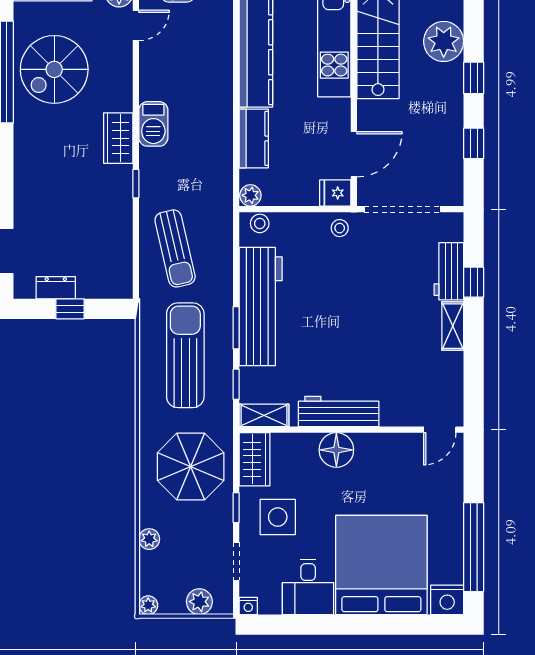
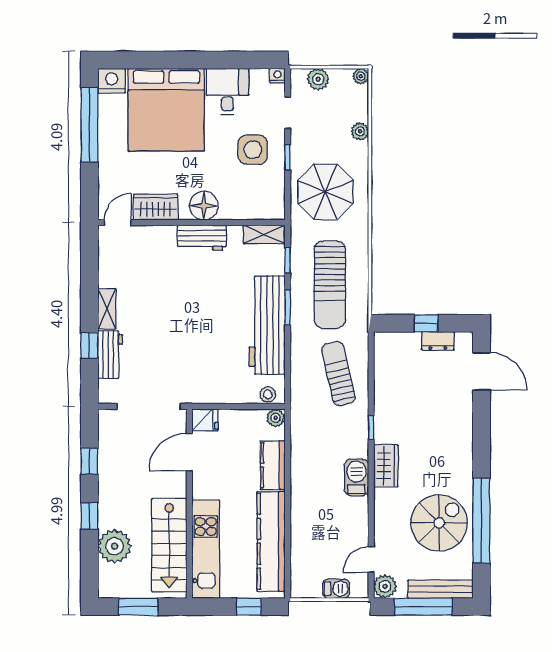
stool: (340, 228) -> (201, 391), removed
workbench: (339, 411) -> (202, 238), width x0.73
wardrobe: (255, 459) -> (156, 207), moved, turned 90

